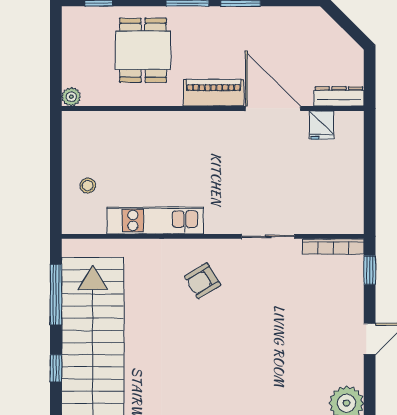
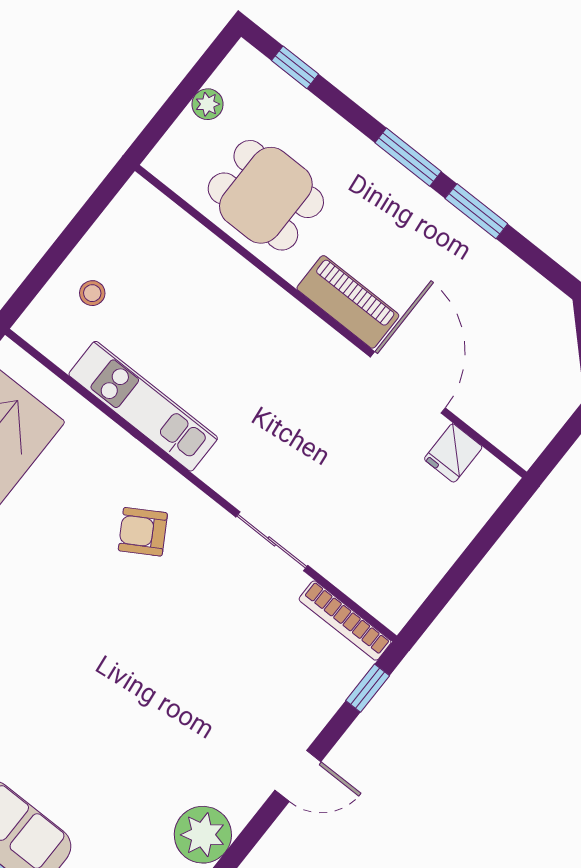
dining table: (143, 50) -> (266, 195), moved, turned 90
dresser: (339, 96) -> (505, 434), removed
plant: (71, 97) -> (207, 104), moved

